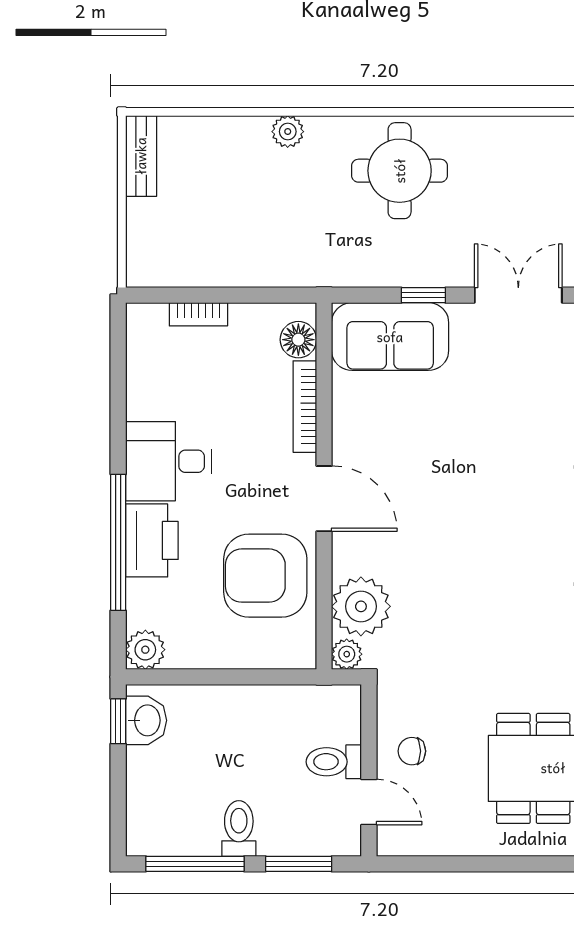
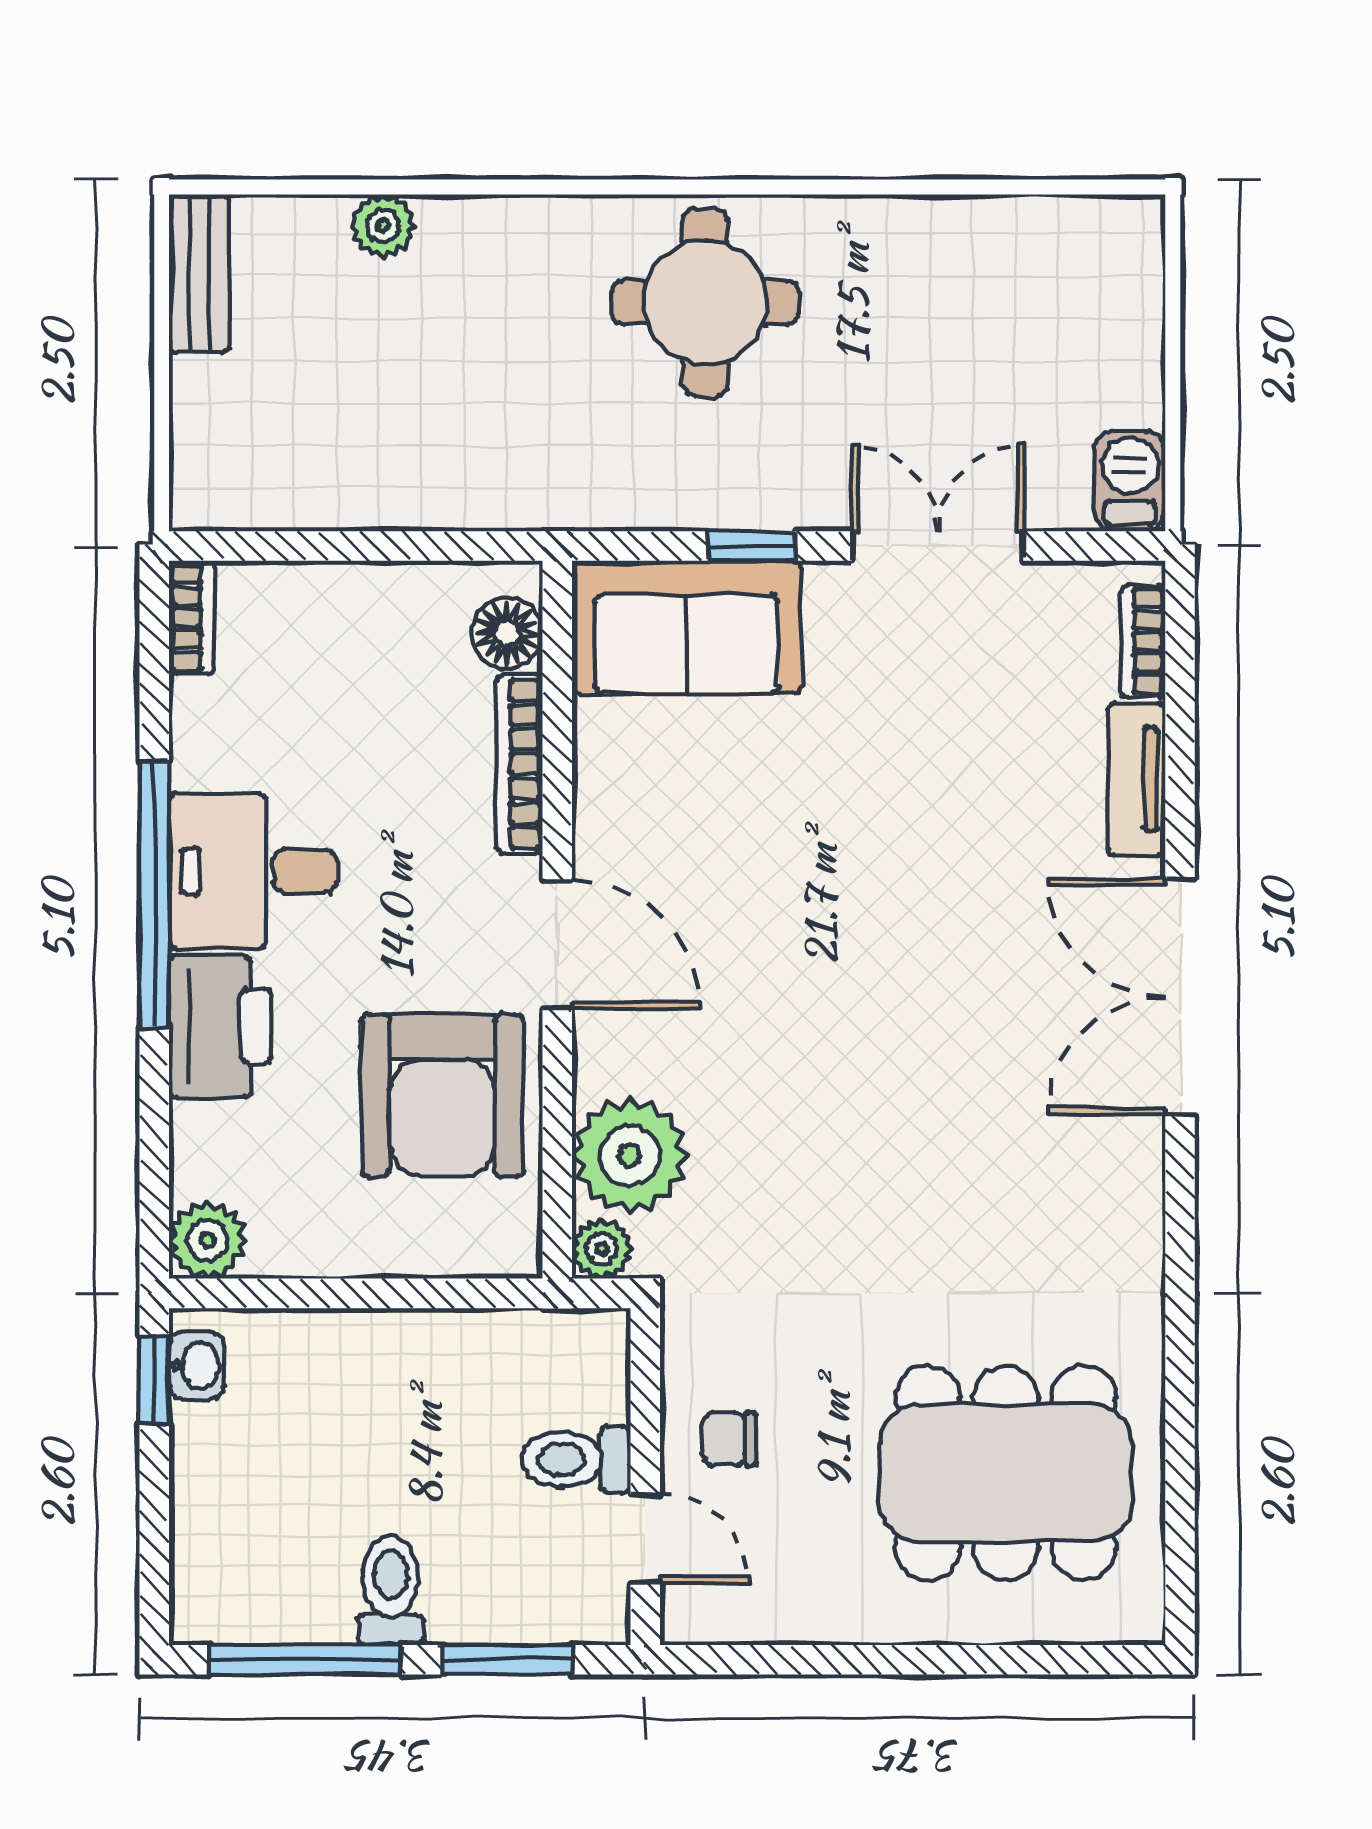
plant: (288, 132) -> (383, 226), moved
bookcase: (198, 314) -> (192, 618), moved, turned -90
window: (118, 542) -> (154, 894), moved
armchair: (265, 576) -> (442, 1095), turned -90
washbasin: (146, 720) -> (197, 1365), width x0.72, depth x0.69

